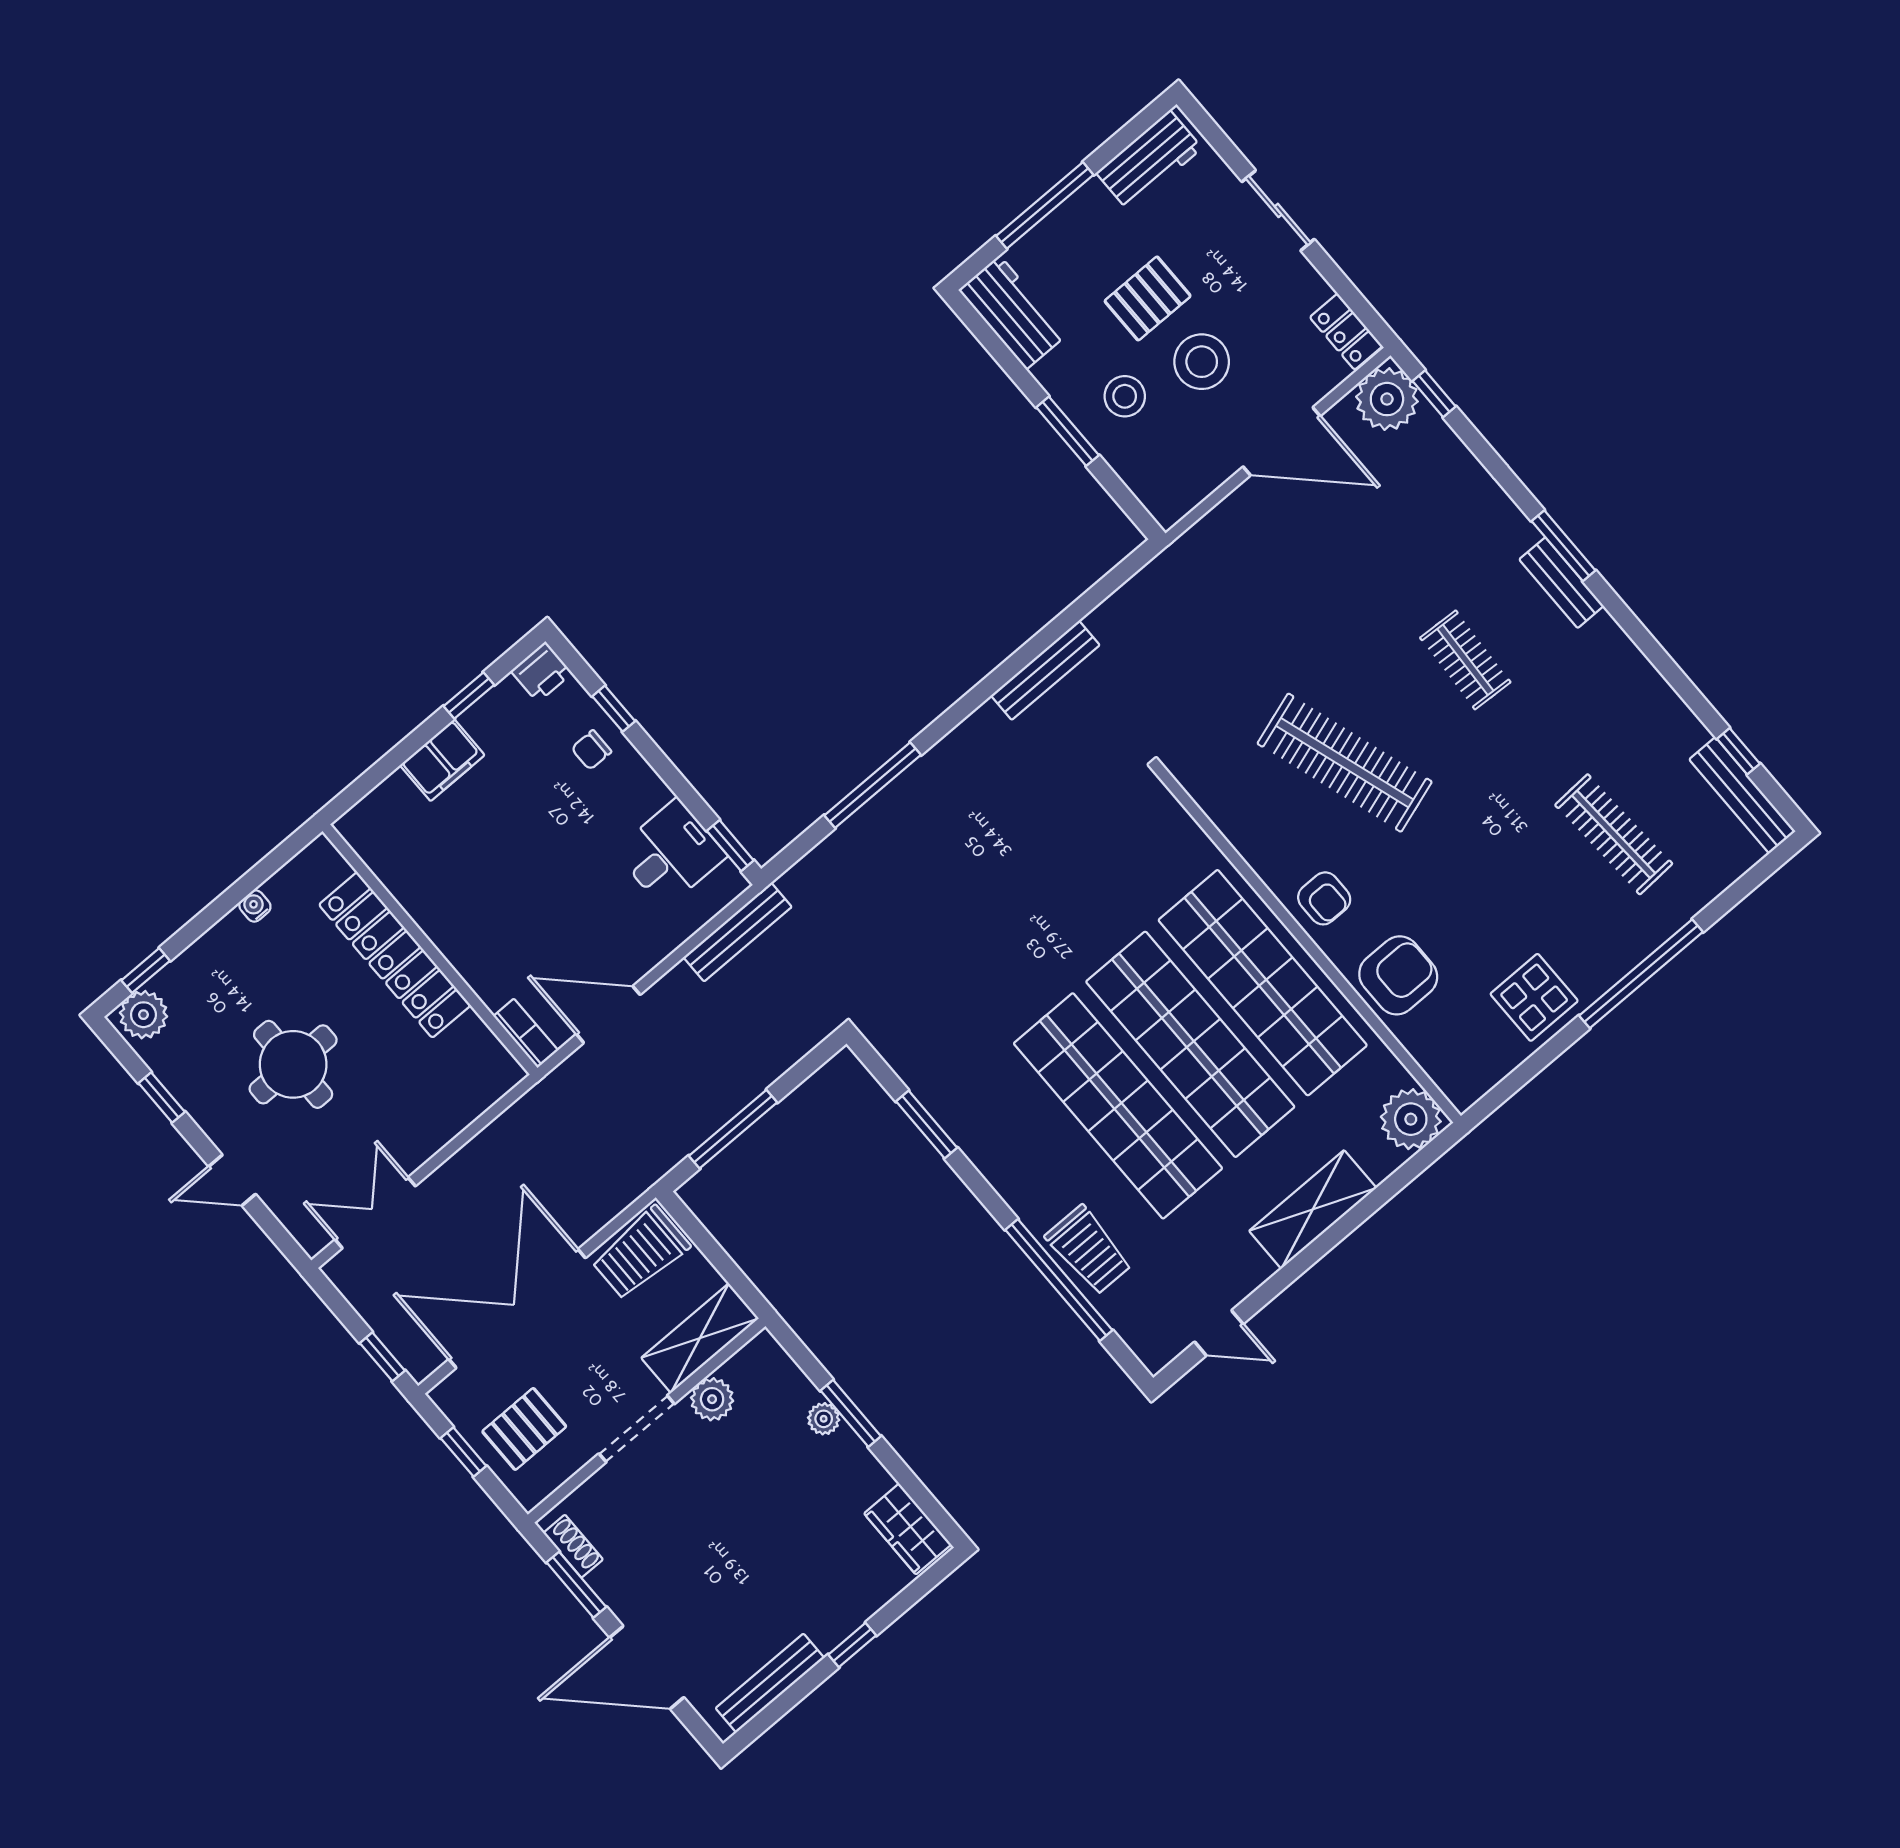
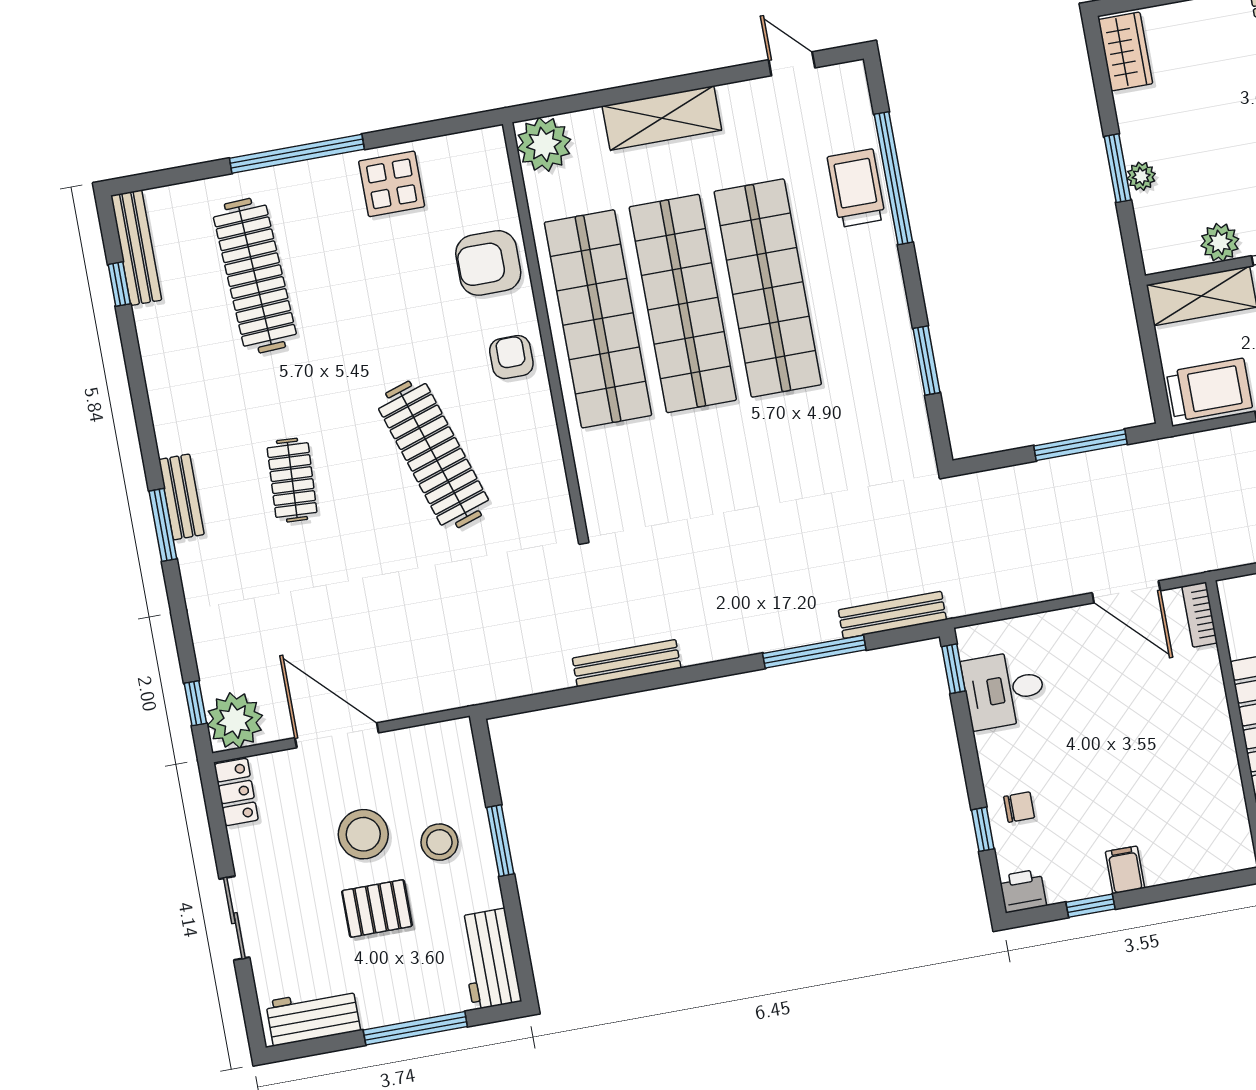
filing cabinet: (442, 760) -> (1125, 870), width x0.50
clothes rail: (1614, 834) -> (255, 276), width x1.37, depth x1.31
bench: (738, 932) -> (892, 615), moved

